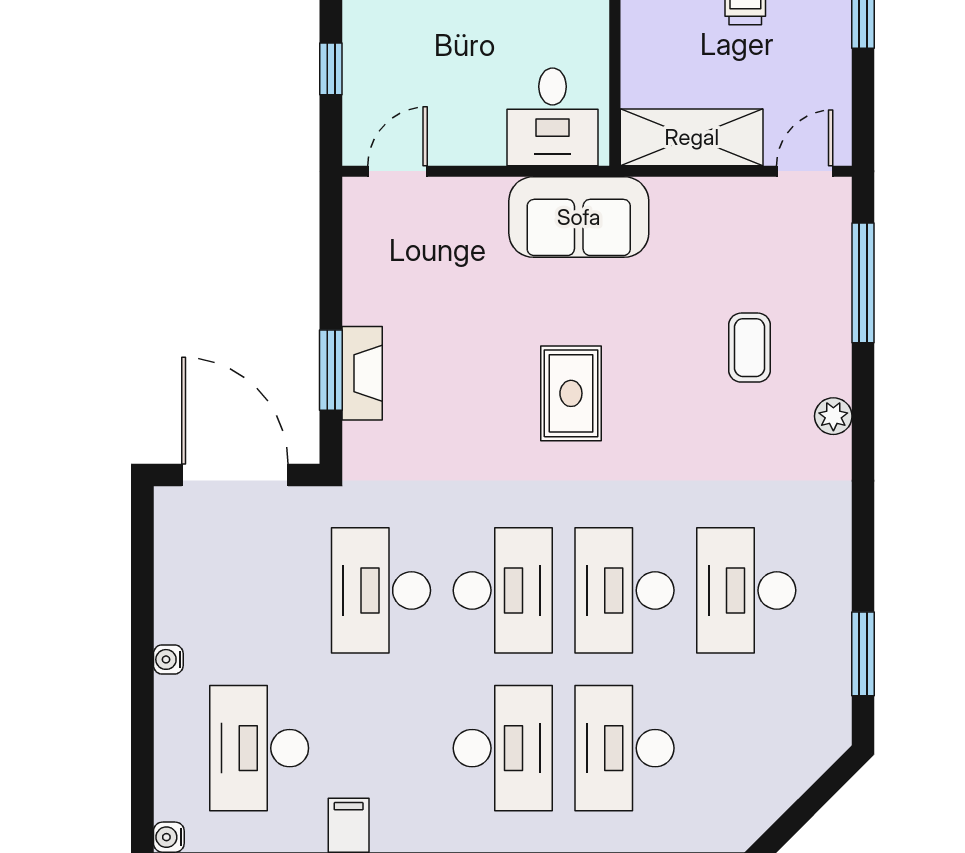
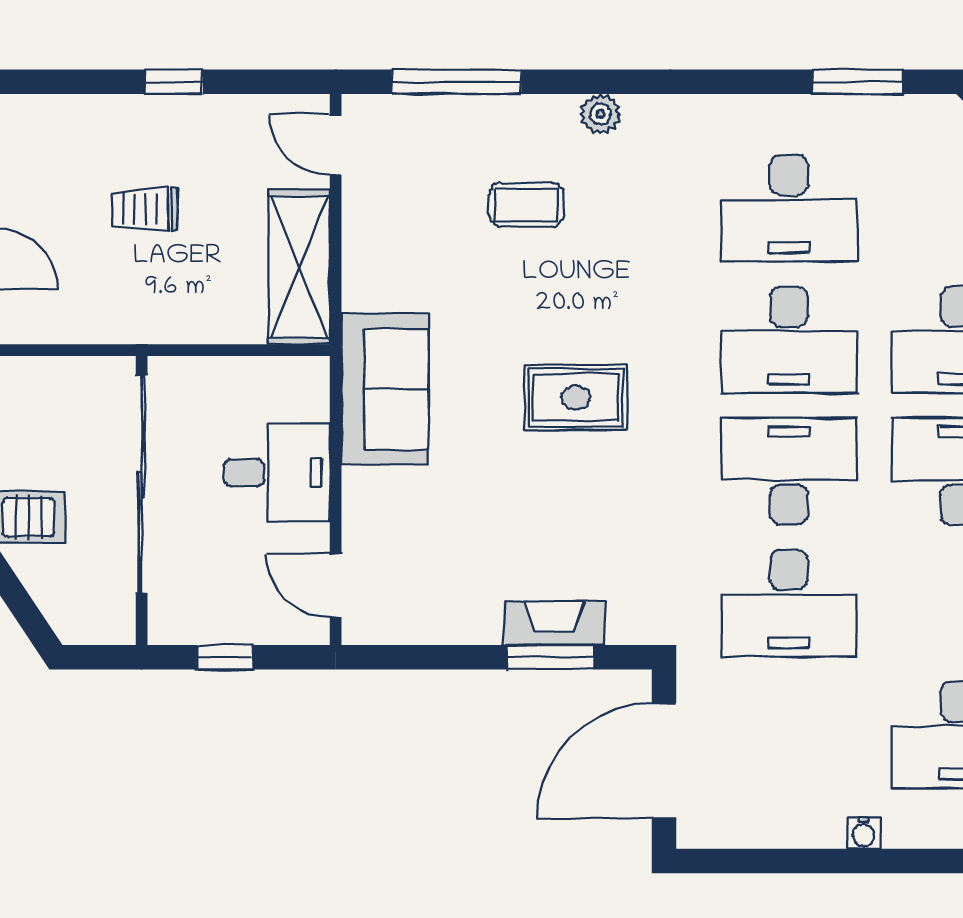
desk: (553, 117) -> (277, 473), moved

